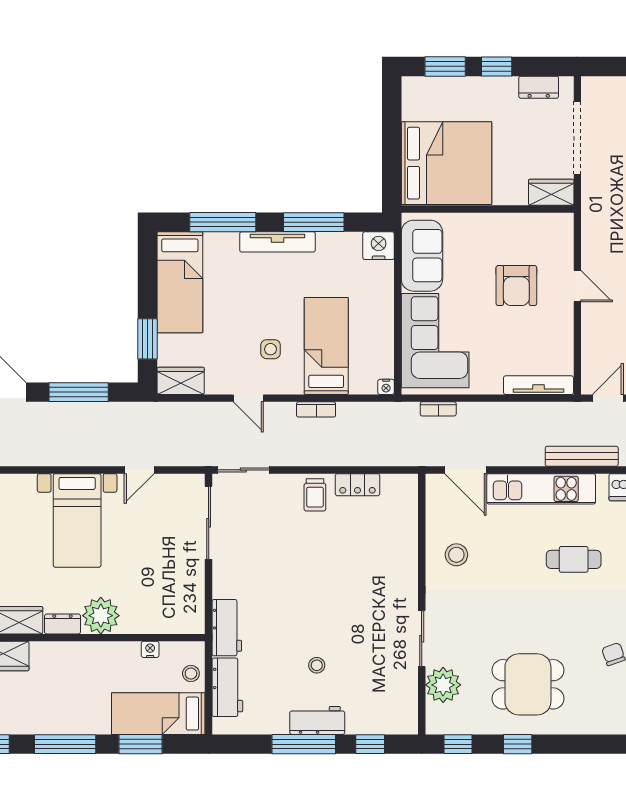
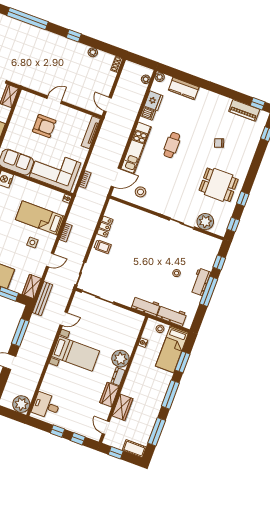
bench: (582, 456) -> (42, 299), moved
door: (139, 470) -> (64, 319), hinge flipped
stool: (456, 555) -> (140, 192), moved
dining table: (528, 684) -> (219, 185), turned 90

